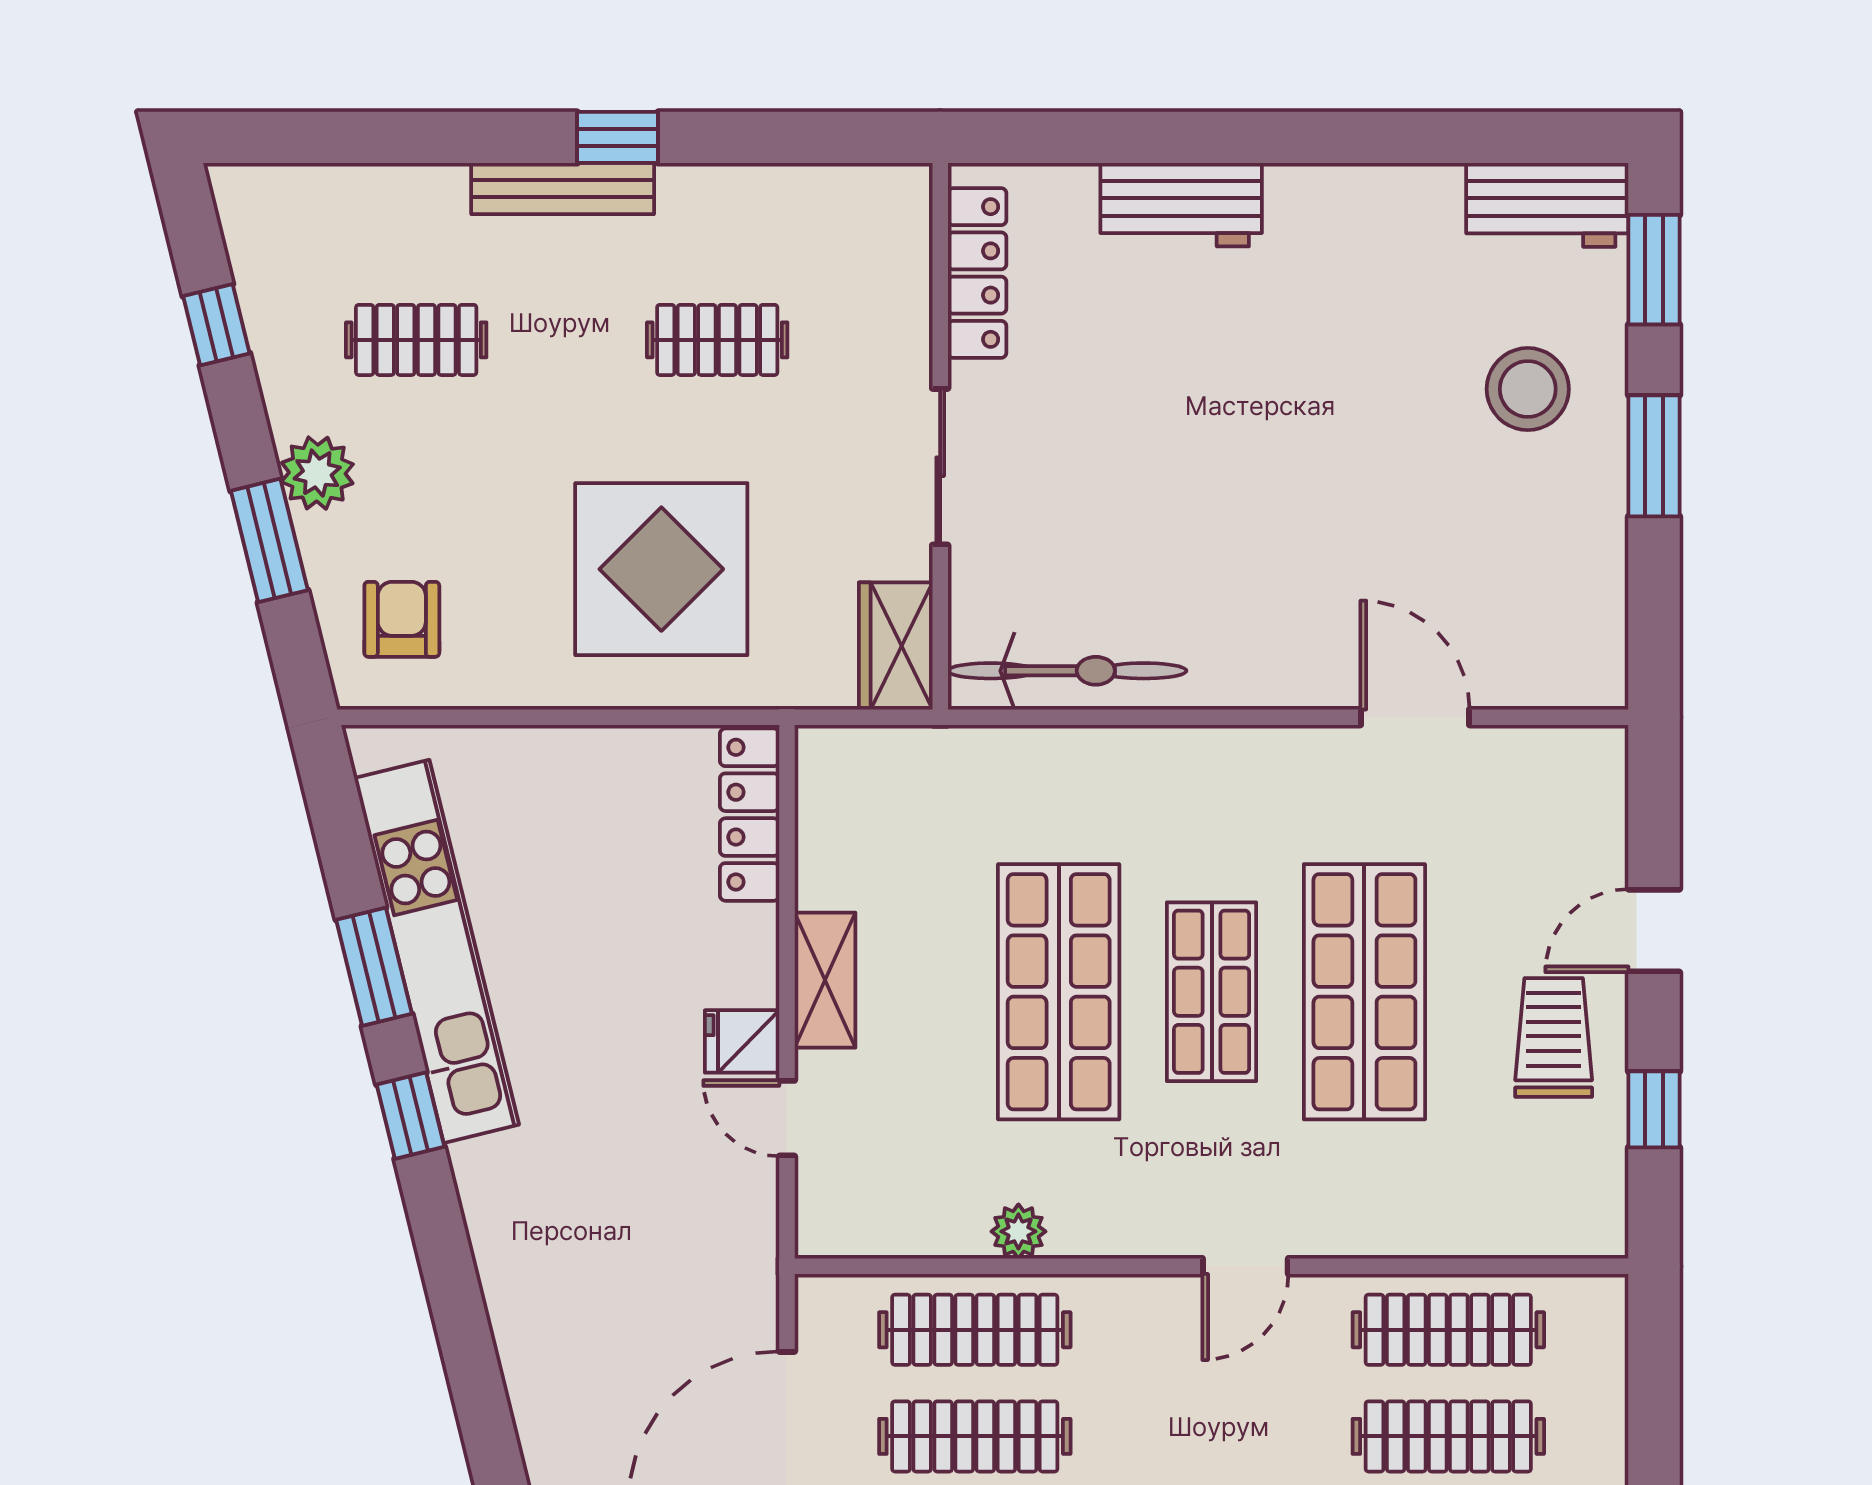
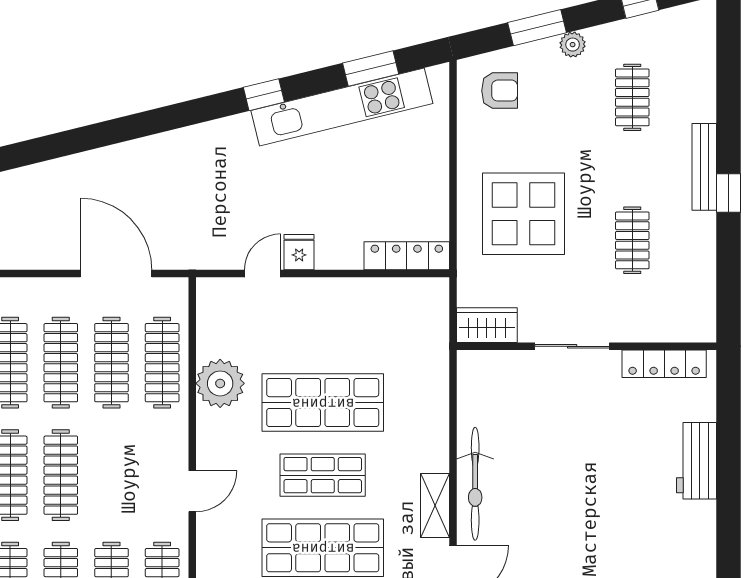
plant: (317, 473) -> (573, 45), width x0.73, depth x0.73
bicycle: (1067, 671) -> (475, 484), moved
window: (374, 967) -> (371, 68), moved
shelving: (825, 980) -> (435, 505), moved, turned 90
plant: (1018, 1231) -> (220, 383), width x1.88, depth x1.88
door: (1245, 1266) -> (192, 491), swing flipped

